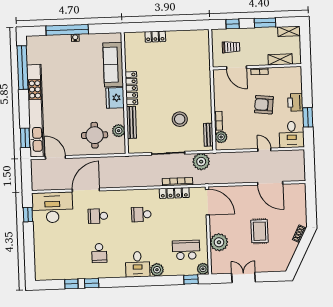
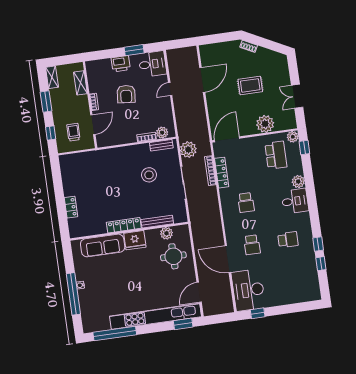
school desk: (186, 250) -> (276, 155), turned 180

